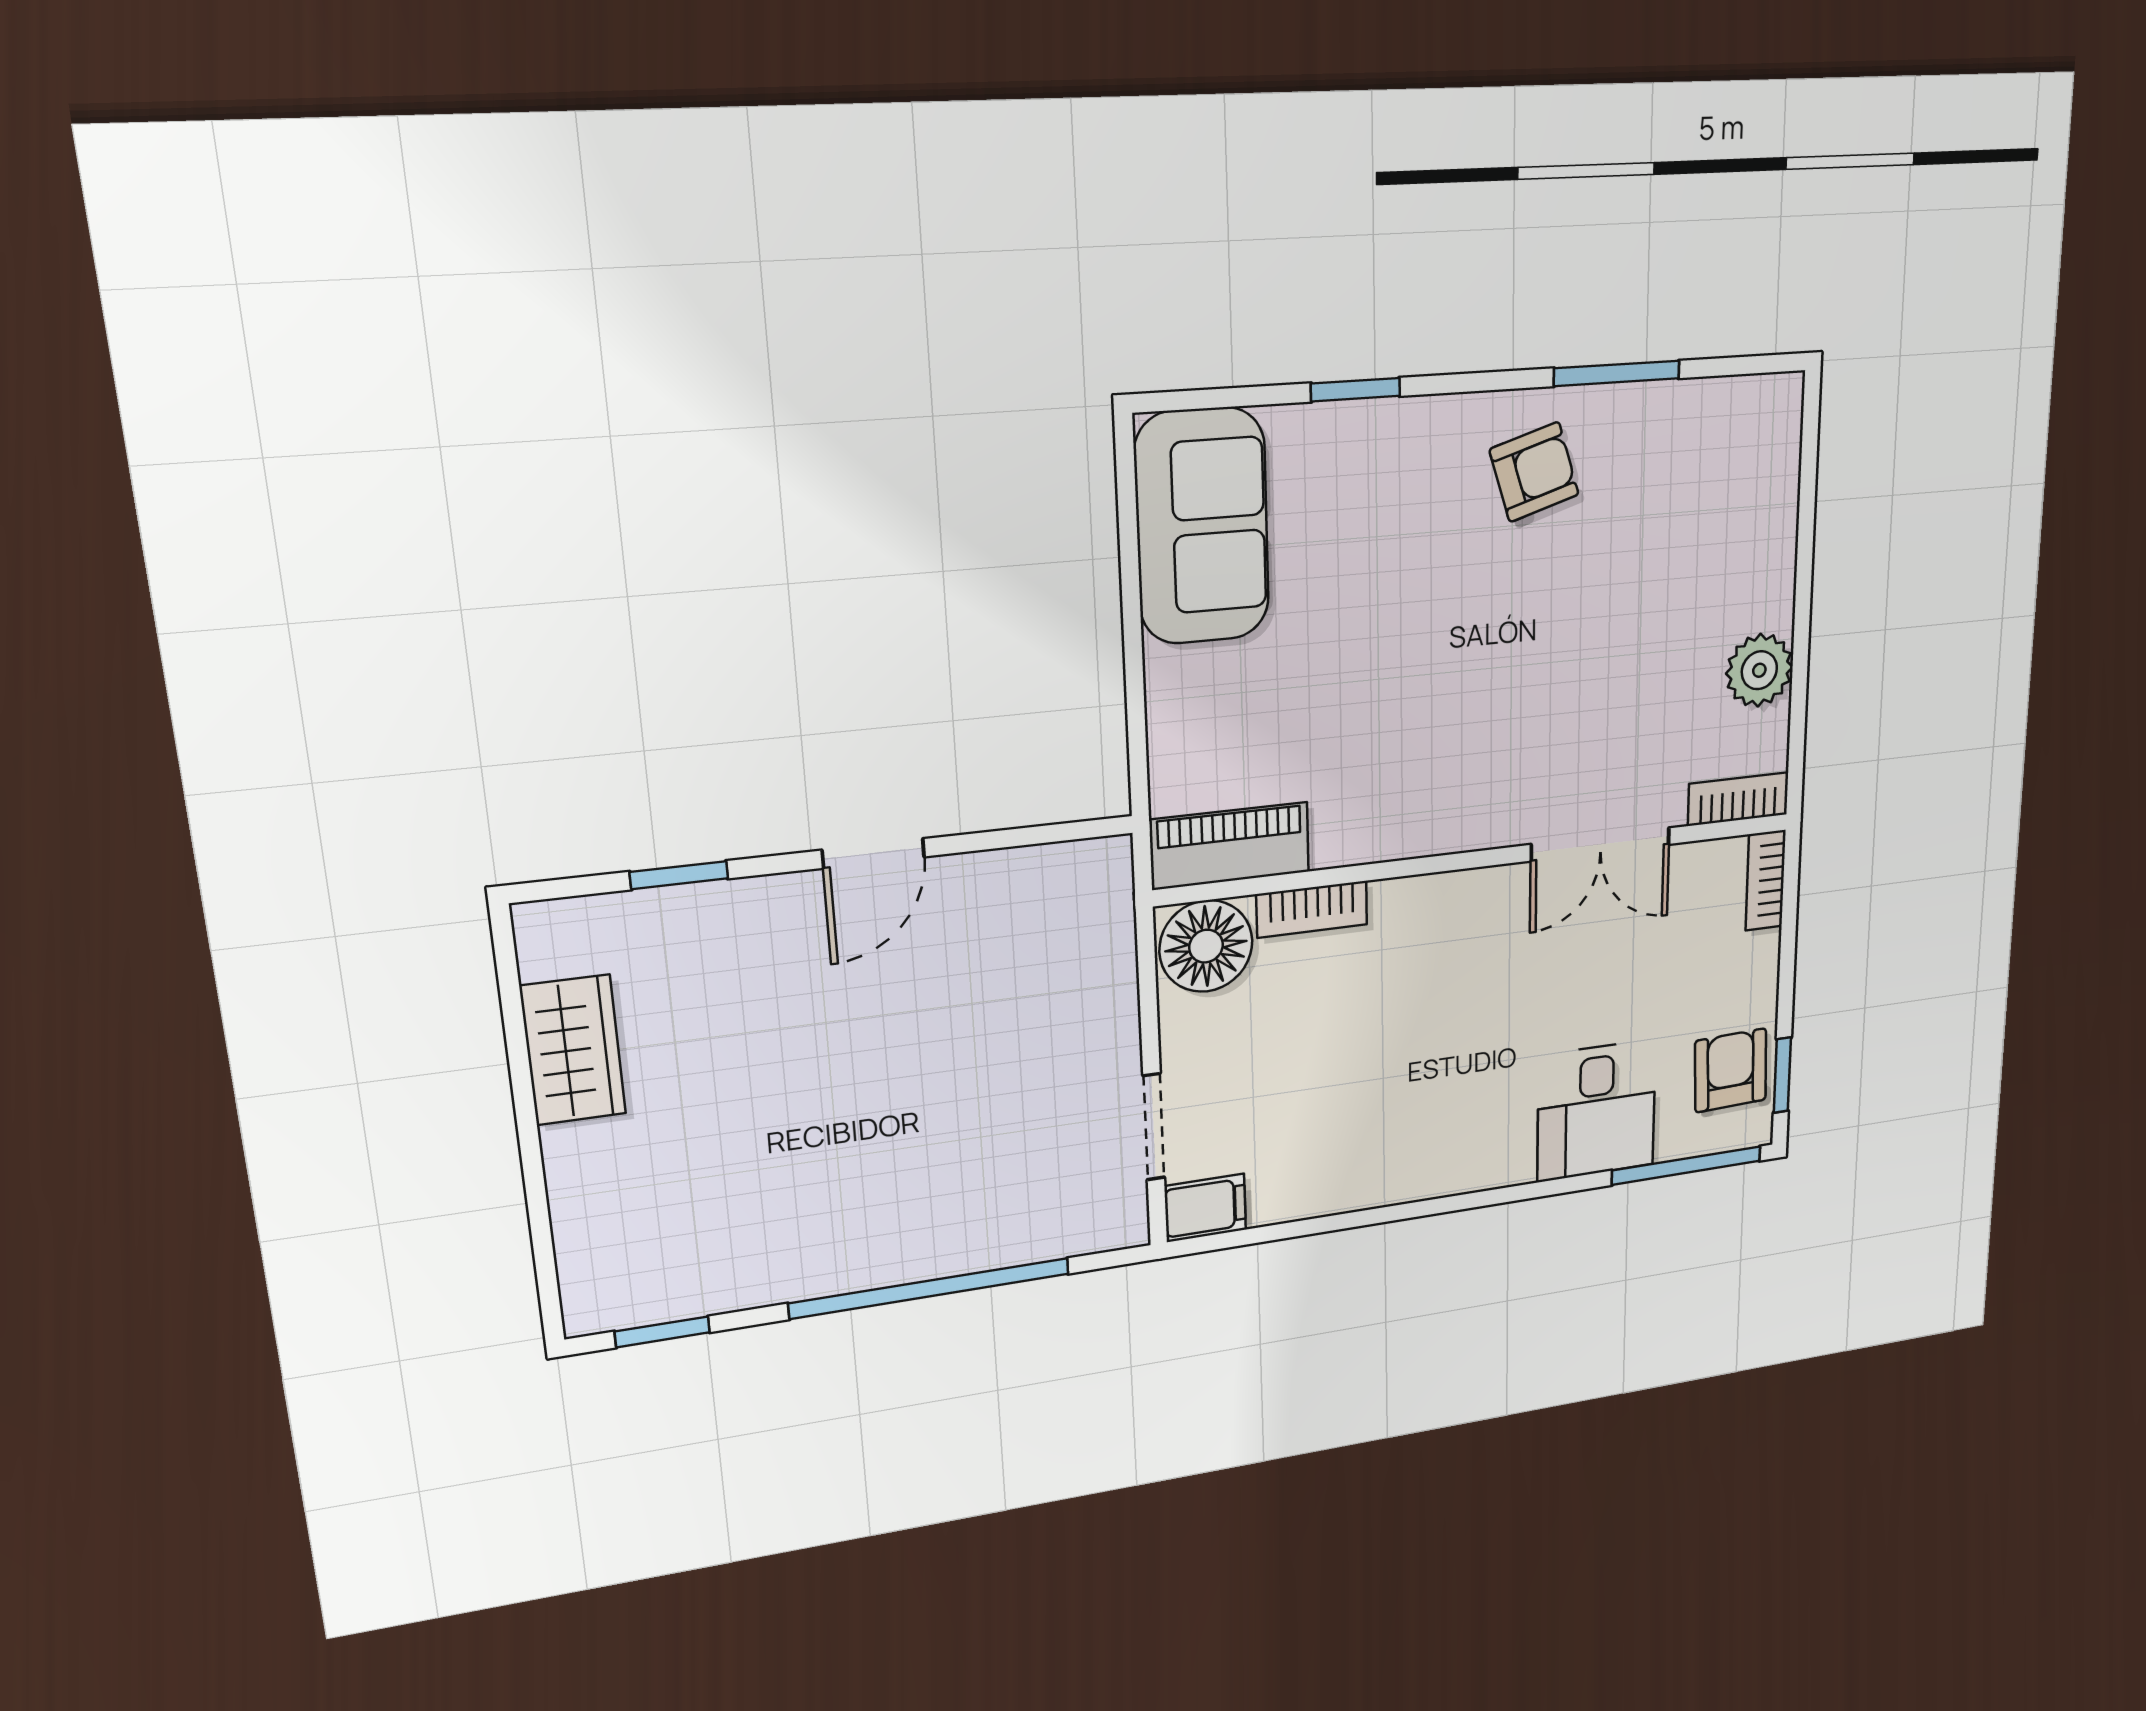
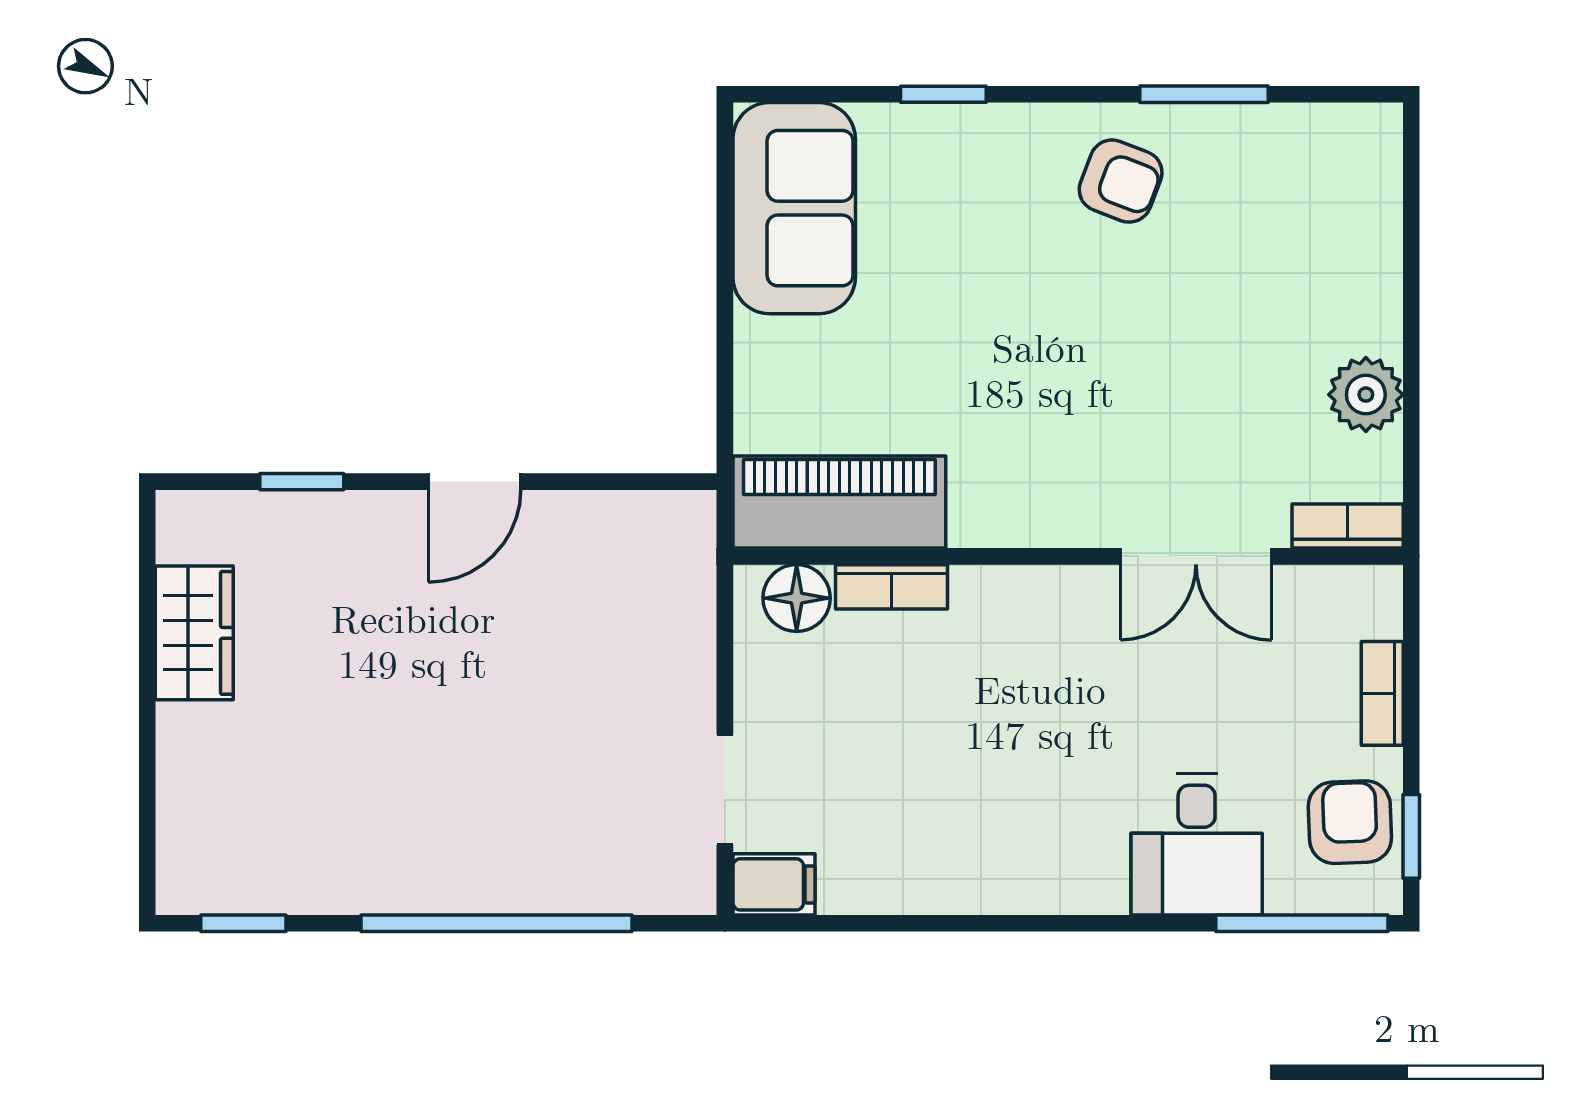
armchair: (1534, 472) -> (1121, 181), turned 38
piano: (1230, 846) -> (839, 502), width x1.37, depth x1.33
bookcase: (1766, 880) -> (1382, 693), moved
floor lamp: (1206, 946) -> (797, 598), width x0.73, depth x0.73

